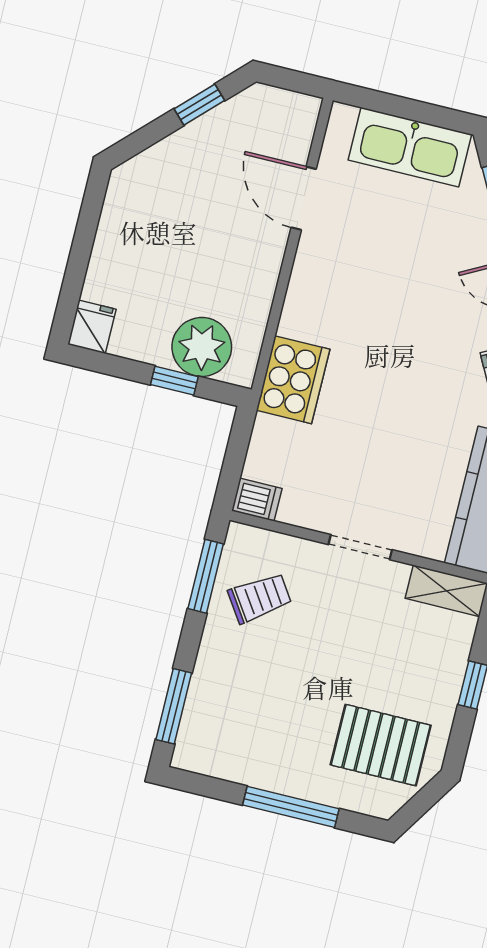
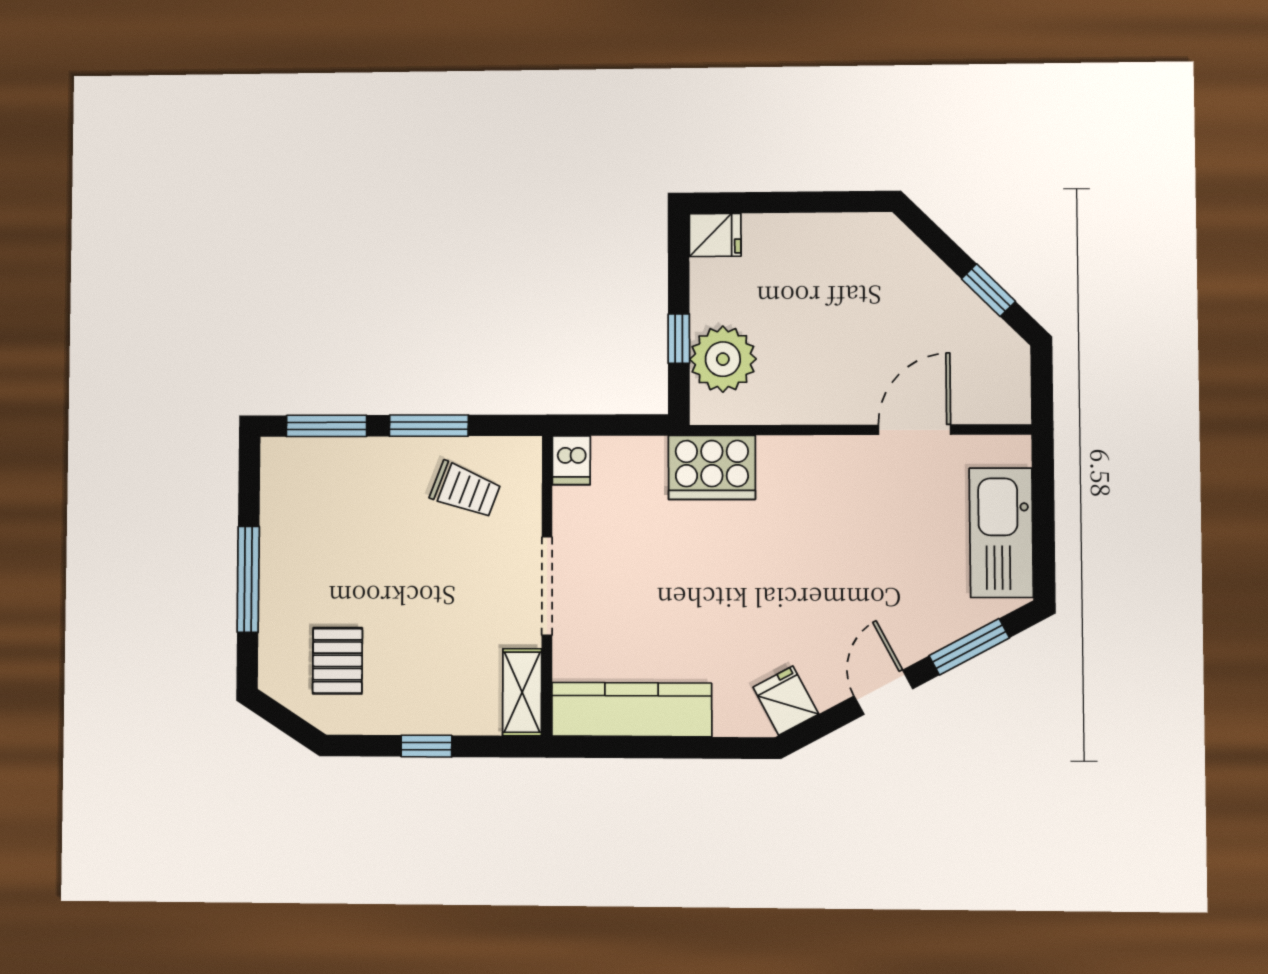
doorway: (360, 547) -> (547, 586), width x1.38
window: (206, 576) -> (429, 426), moved
trolley: (260, 598) -> (465, 490), turned -35
pallet: (381, 745) -> (338, 661), width x0.67, depth x0.71

